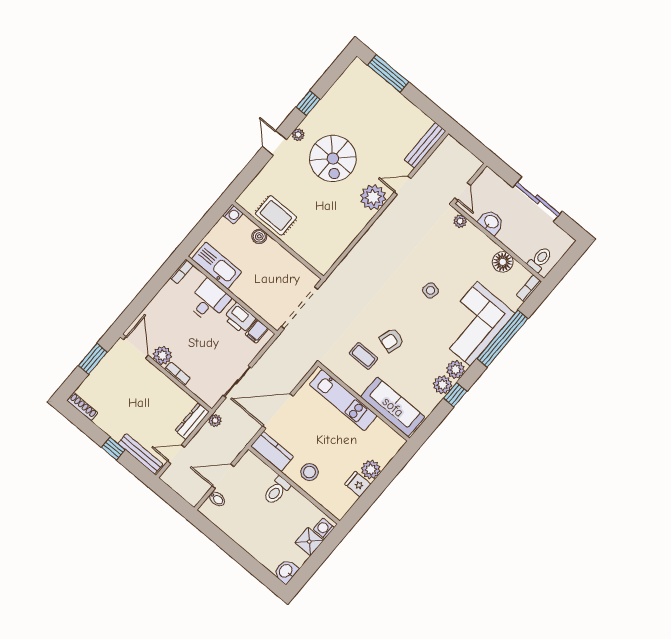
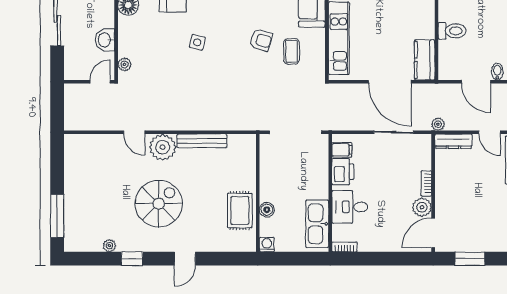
plant: (298, 135) -> (109, 246), moved
bench: (425, 145) -> (202, 141), moved
stool: (309, 472) -> (416, 18), removed

